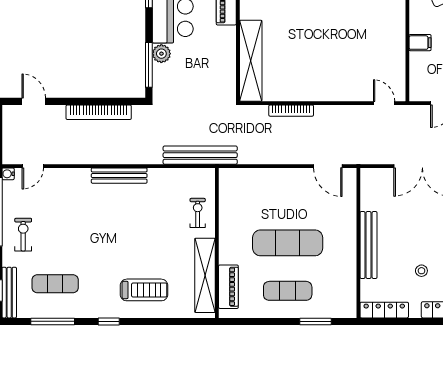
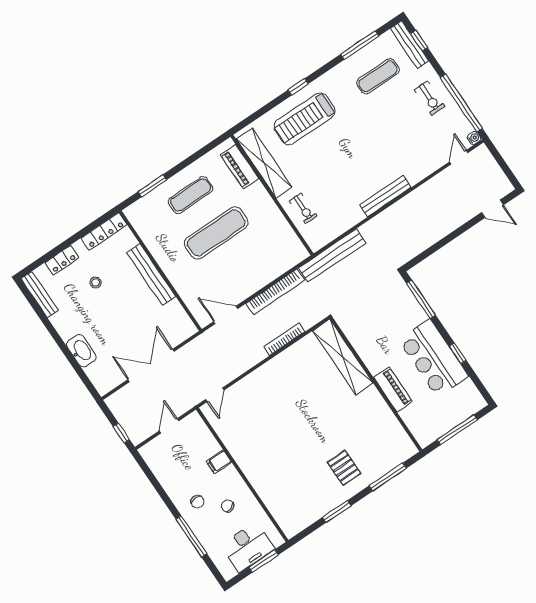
plant: (161, 54) -> (417, 315), removed
door: (384, 103) -> (215, 395), hinge flipped
bookcase: (99, 112) -> (275, 292), moved, turned 180
treadmill: (144, 290) -> (304, 119), width x1.37, depth x1.38
window: (109, 321) -> (298, 87), moved

